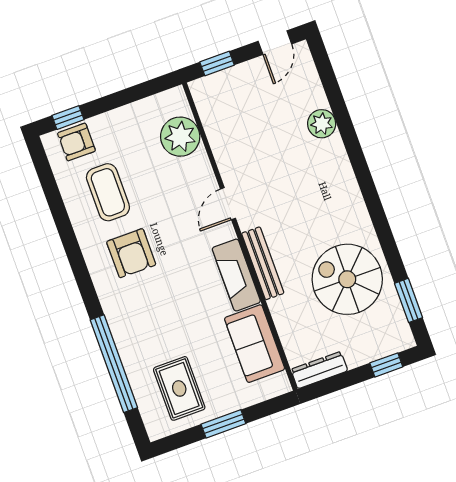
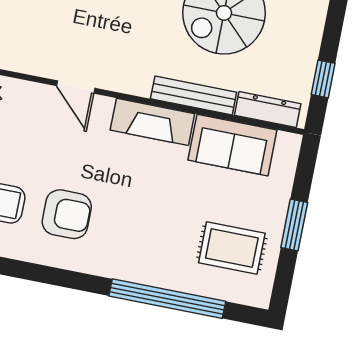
bench: (263, 263) -> (194, 95), moved
window: (386, 365) -> (323, 79), moved
dresser: (319, 370) -> (268, 110), moved, turned 90

